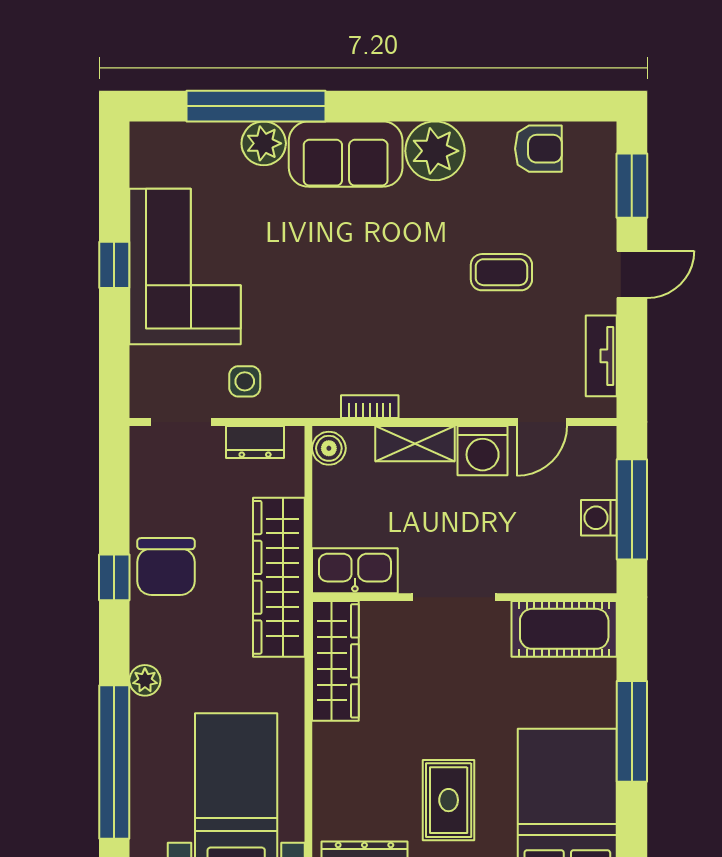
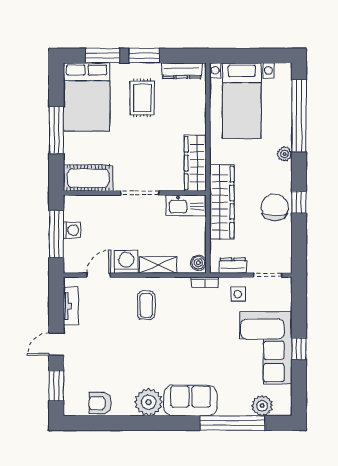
plant: (264, 143) -> (262, 406), moved
coffee table: (501, 272) -> (146, 305), moved, turned 90
bookcase: (370, 407) -> (205, 282), moved

